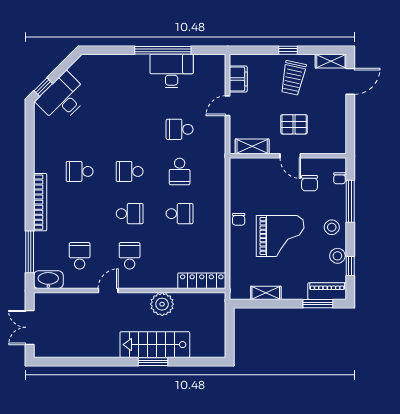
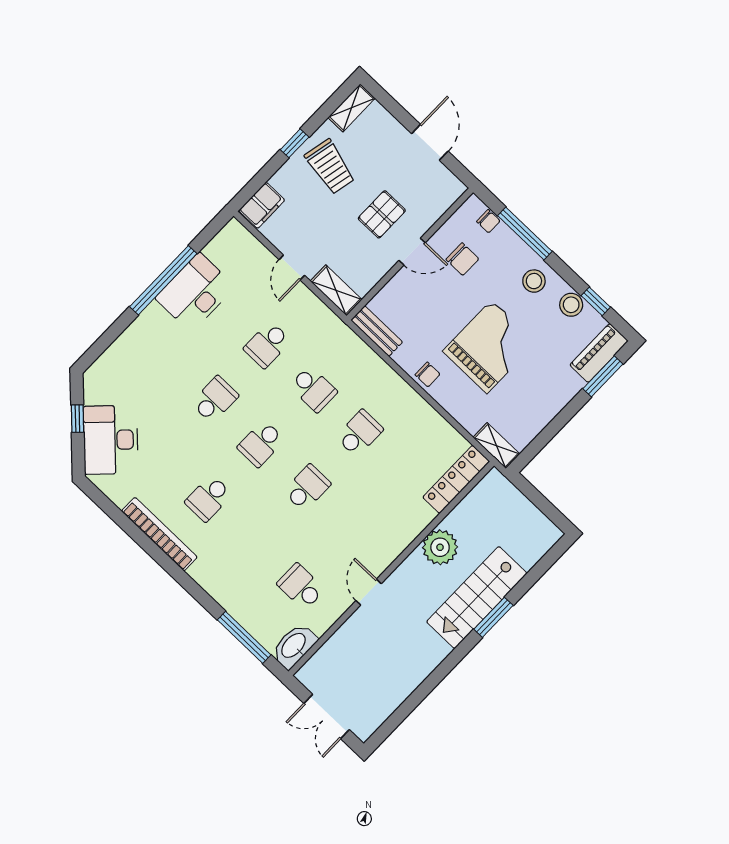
filing cabinet: (238, 79) -> (262, 205), moved, turned 90
door: (350, 81) -> (430, 142), moved
window: (43, 87) -> (77, 419), moved
shelving: (252, 146) -> (336, 290), moved, turned 90
bench: (236, 175) -> (377, 331), added
bookcase: (40, 202) -> (159, 534), moved
school desk: (130, 256) -> (215, 399), moved, turned 90
shelving: (266, 293) -> (496, 446), moved, turned 90

